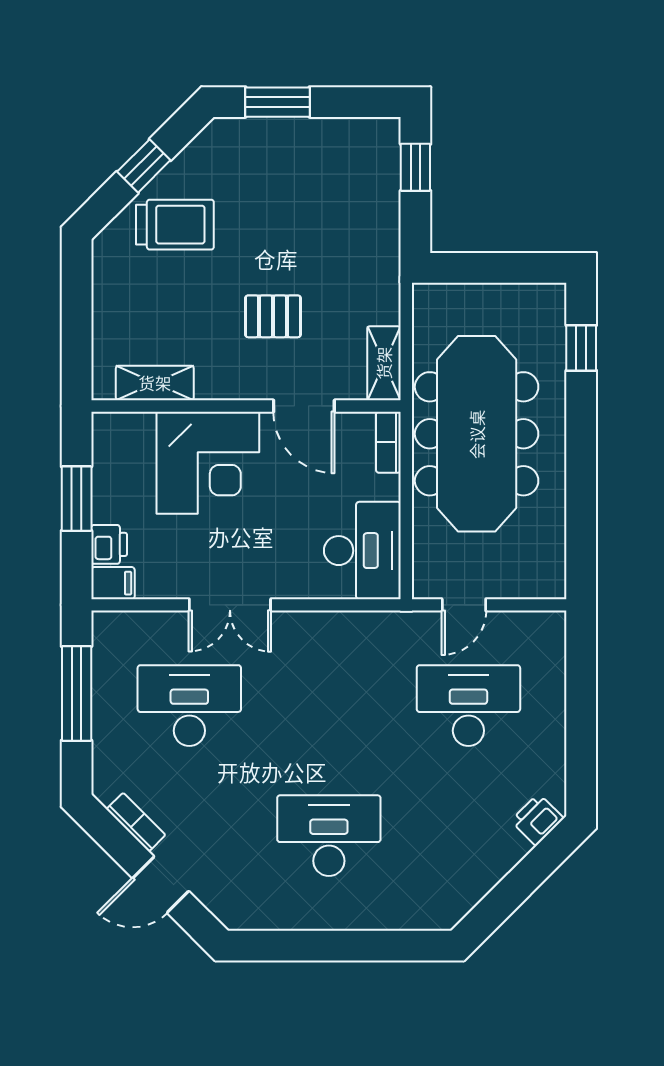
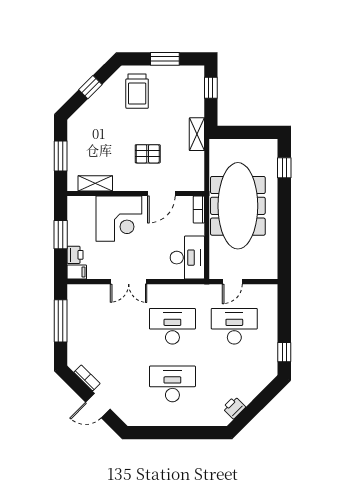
window: (278, 102) -> (165, 59), moved
trolley: (175, 225) -> (137, 91), moved, turned 90
window: (77, 322) -> (61, 156), added
shelving: (384, 363) -> (197, 134), moved
door: (304, 406) -> (161, 193), hinge flipped
desk: (189, 706) -> (172, 326), moved
window: (581, 764) -> (284, 352), added
printer: (537, 820) -> (234, 407), moved

